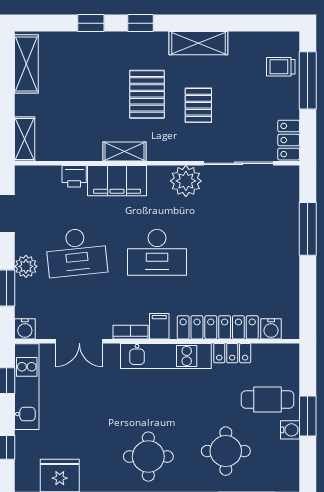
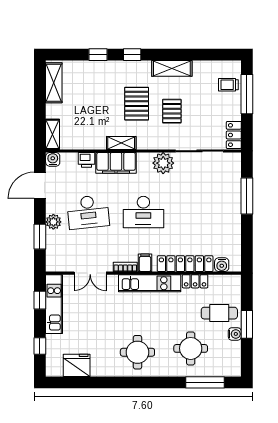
water cooler: (25, 329) -> (53, 159), moved, turned 180

